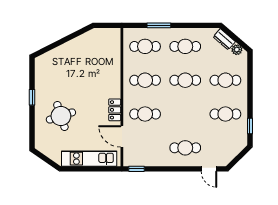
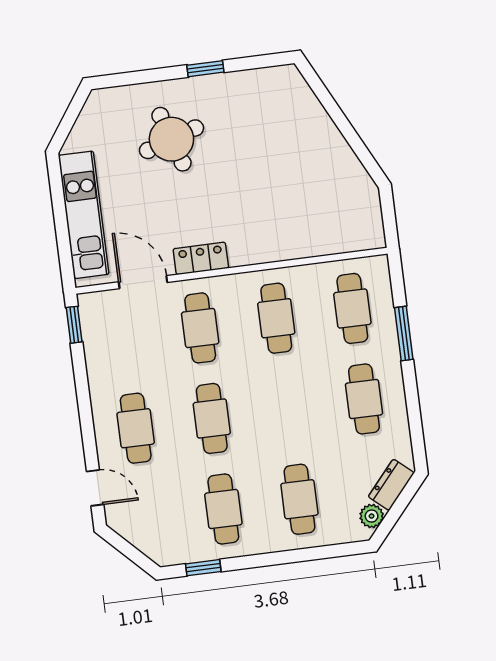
cafe table: (185, 80) -> (212, 418), moved
door: (122, 136) -> (143, 282), hinge flipped
door: (209, 169) -> (95, 488), swing flipped

